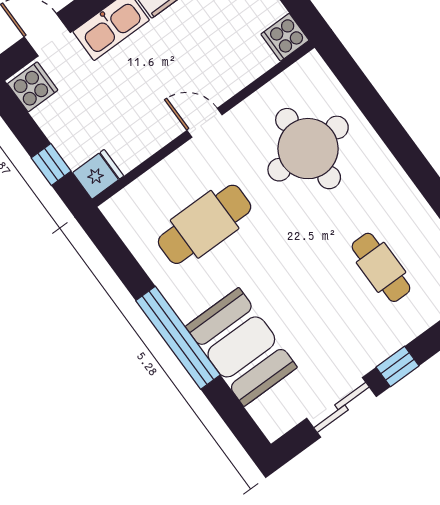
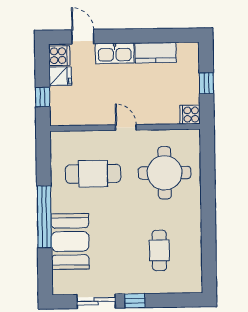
fridge: (98, 174) -> (60, 76), moved

